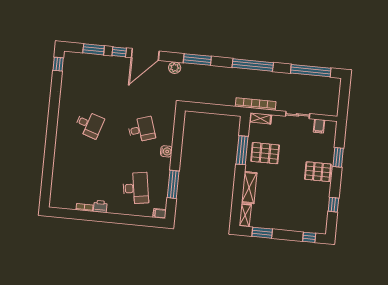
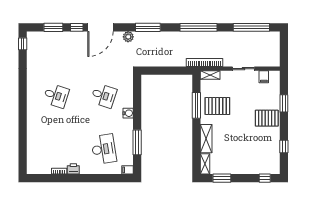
desk: (141, 129) -> (104, 96), turned 36

